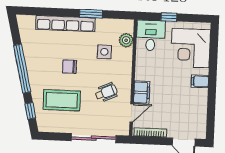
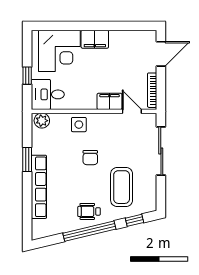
plant: (126, 40) -> (42, 121), moved
side table: (104, 52) -> (79, 125), moved
chair: (70, 67) -> (90, 158), moved
filing cabinet: (200, 81) -> (95, 39), width x2.00
wheelchair: (106, 92) -> (89, 211), moved, turned -66

